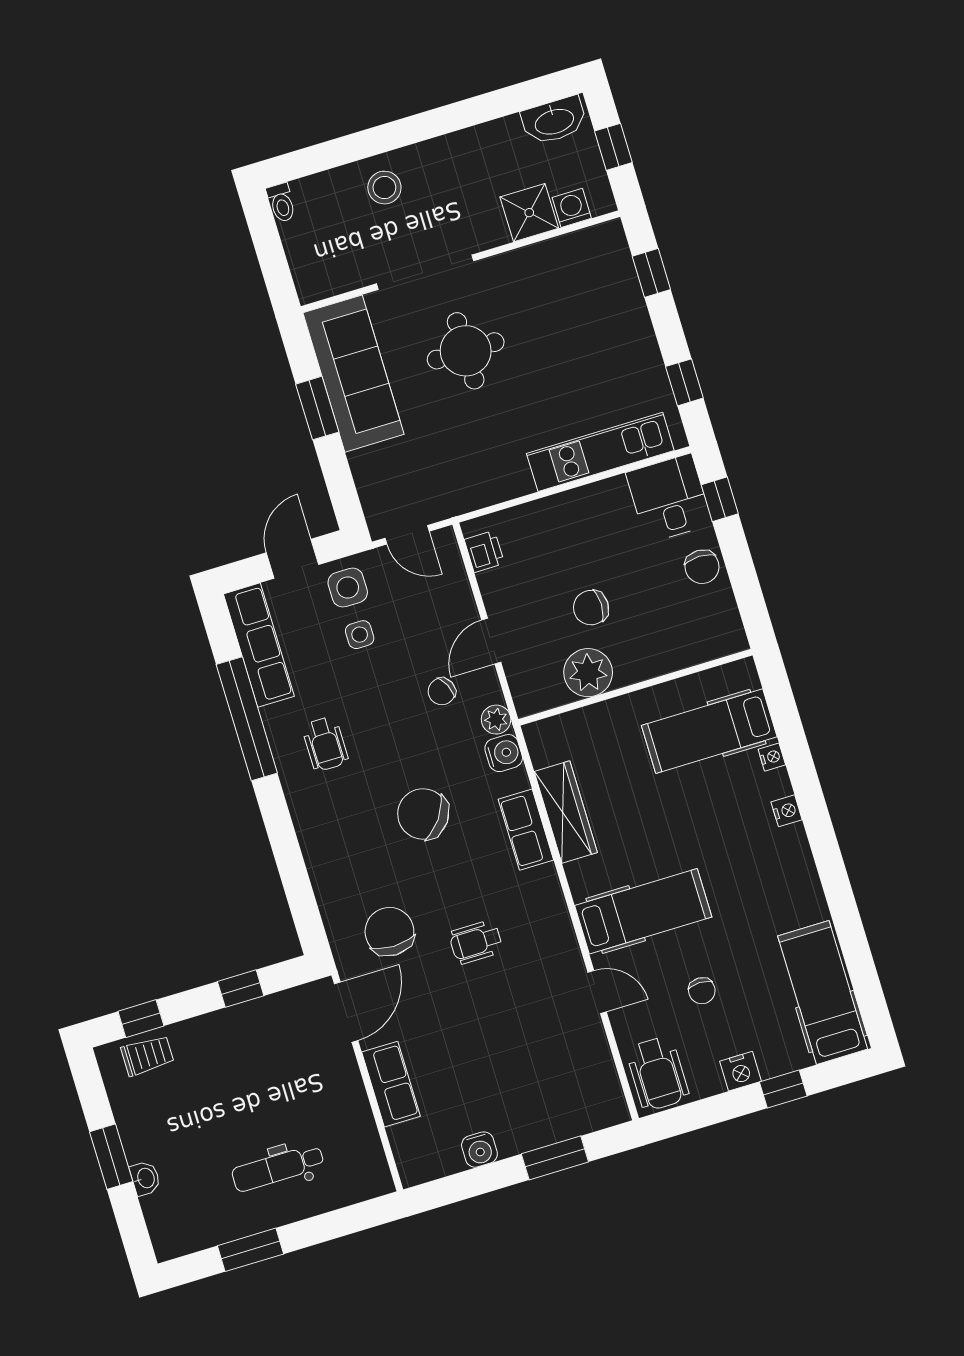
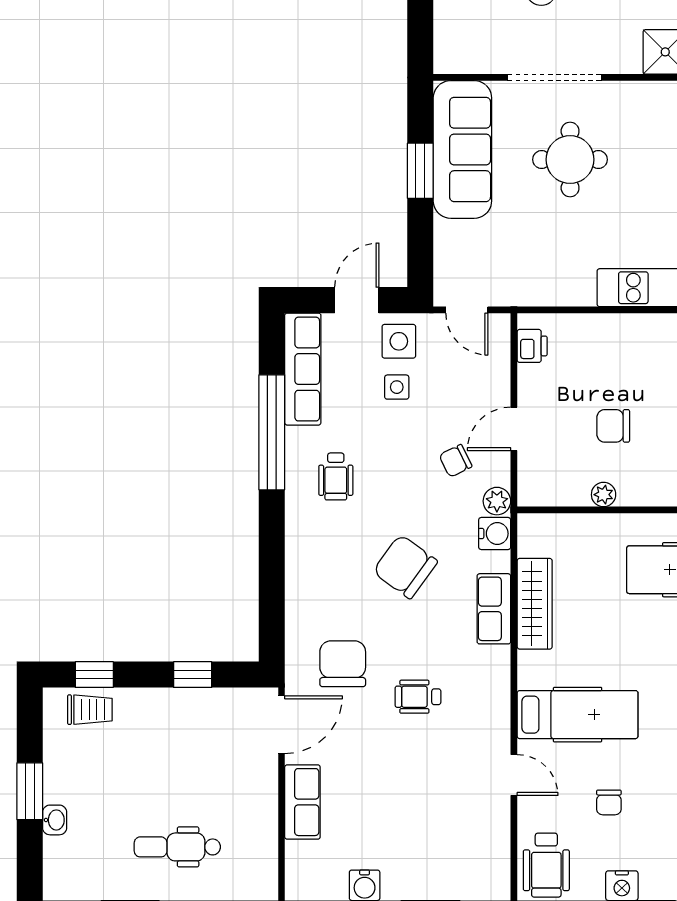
plant: (588, 673) -> (604, 495), width x0.53, depth x0.53

